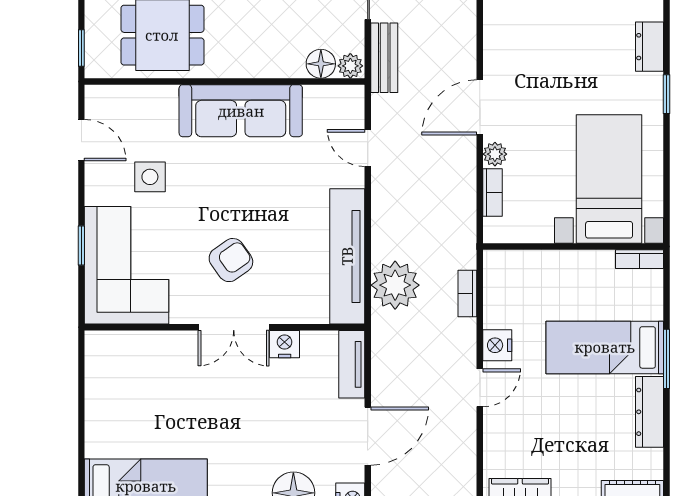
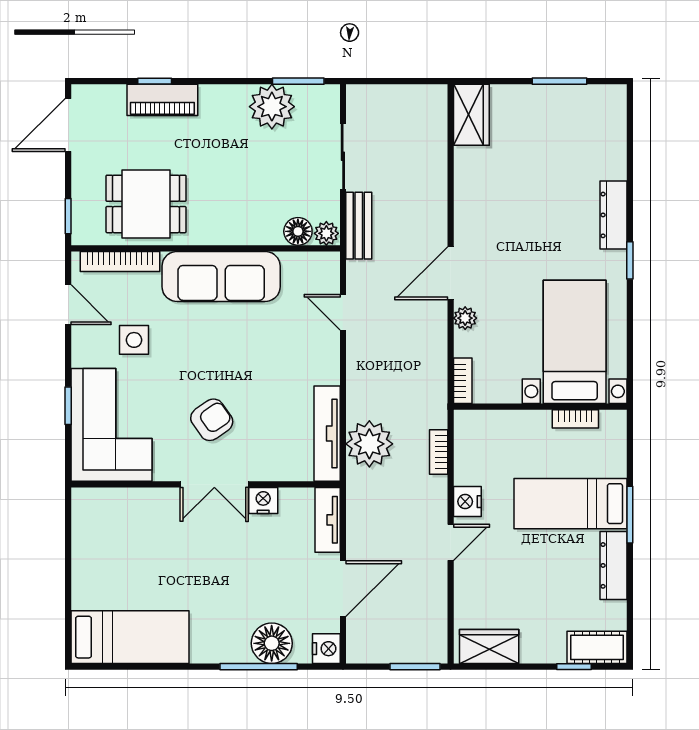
dresser: (650, 47) -> (613, 215), width x1.44
bookcase: (135, 95) -> (120, 261), added
bookcase: (492, 193) -> (463, 381), moved
tv unit: (347, 256) -> (327, 434), width x0.73, depth x0.78
bookcase: (639, 259) -> (575, 419), moved

